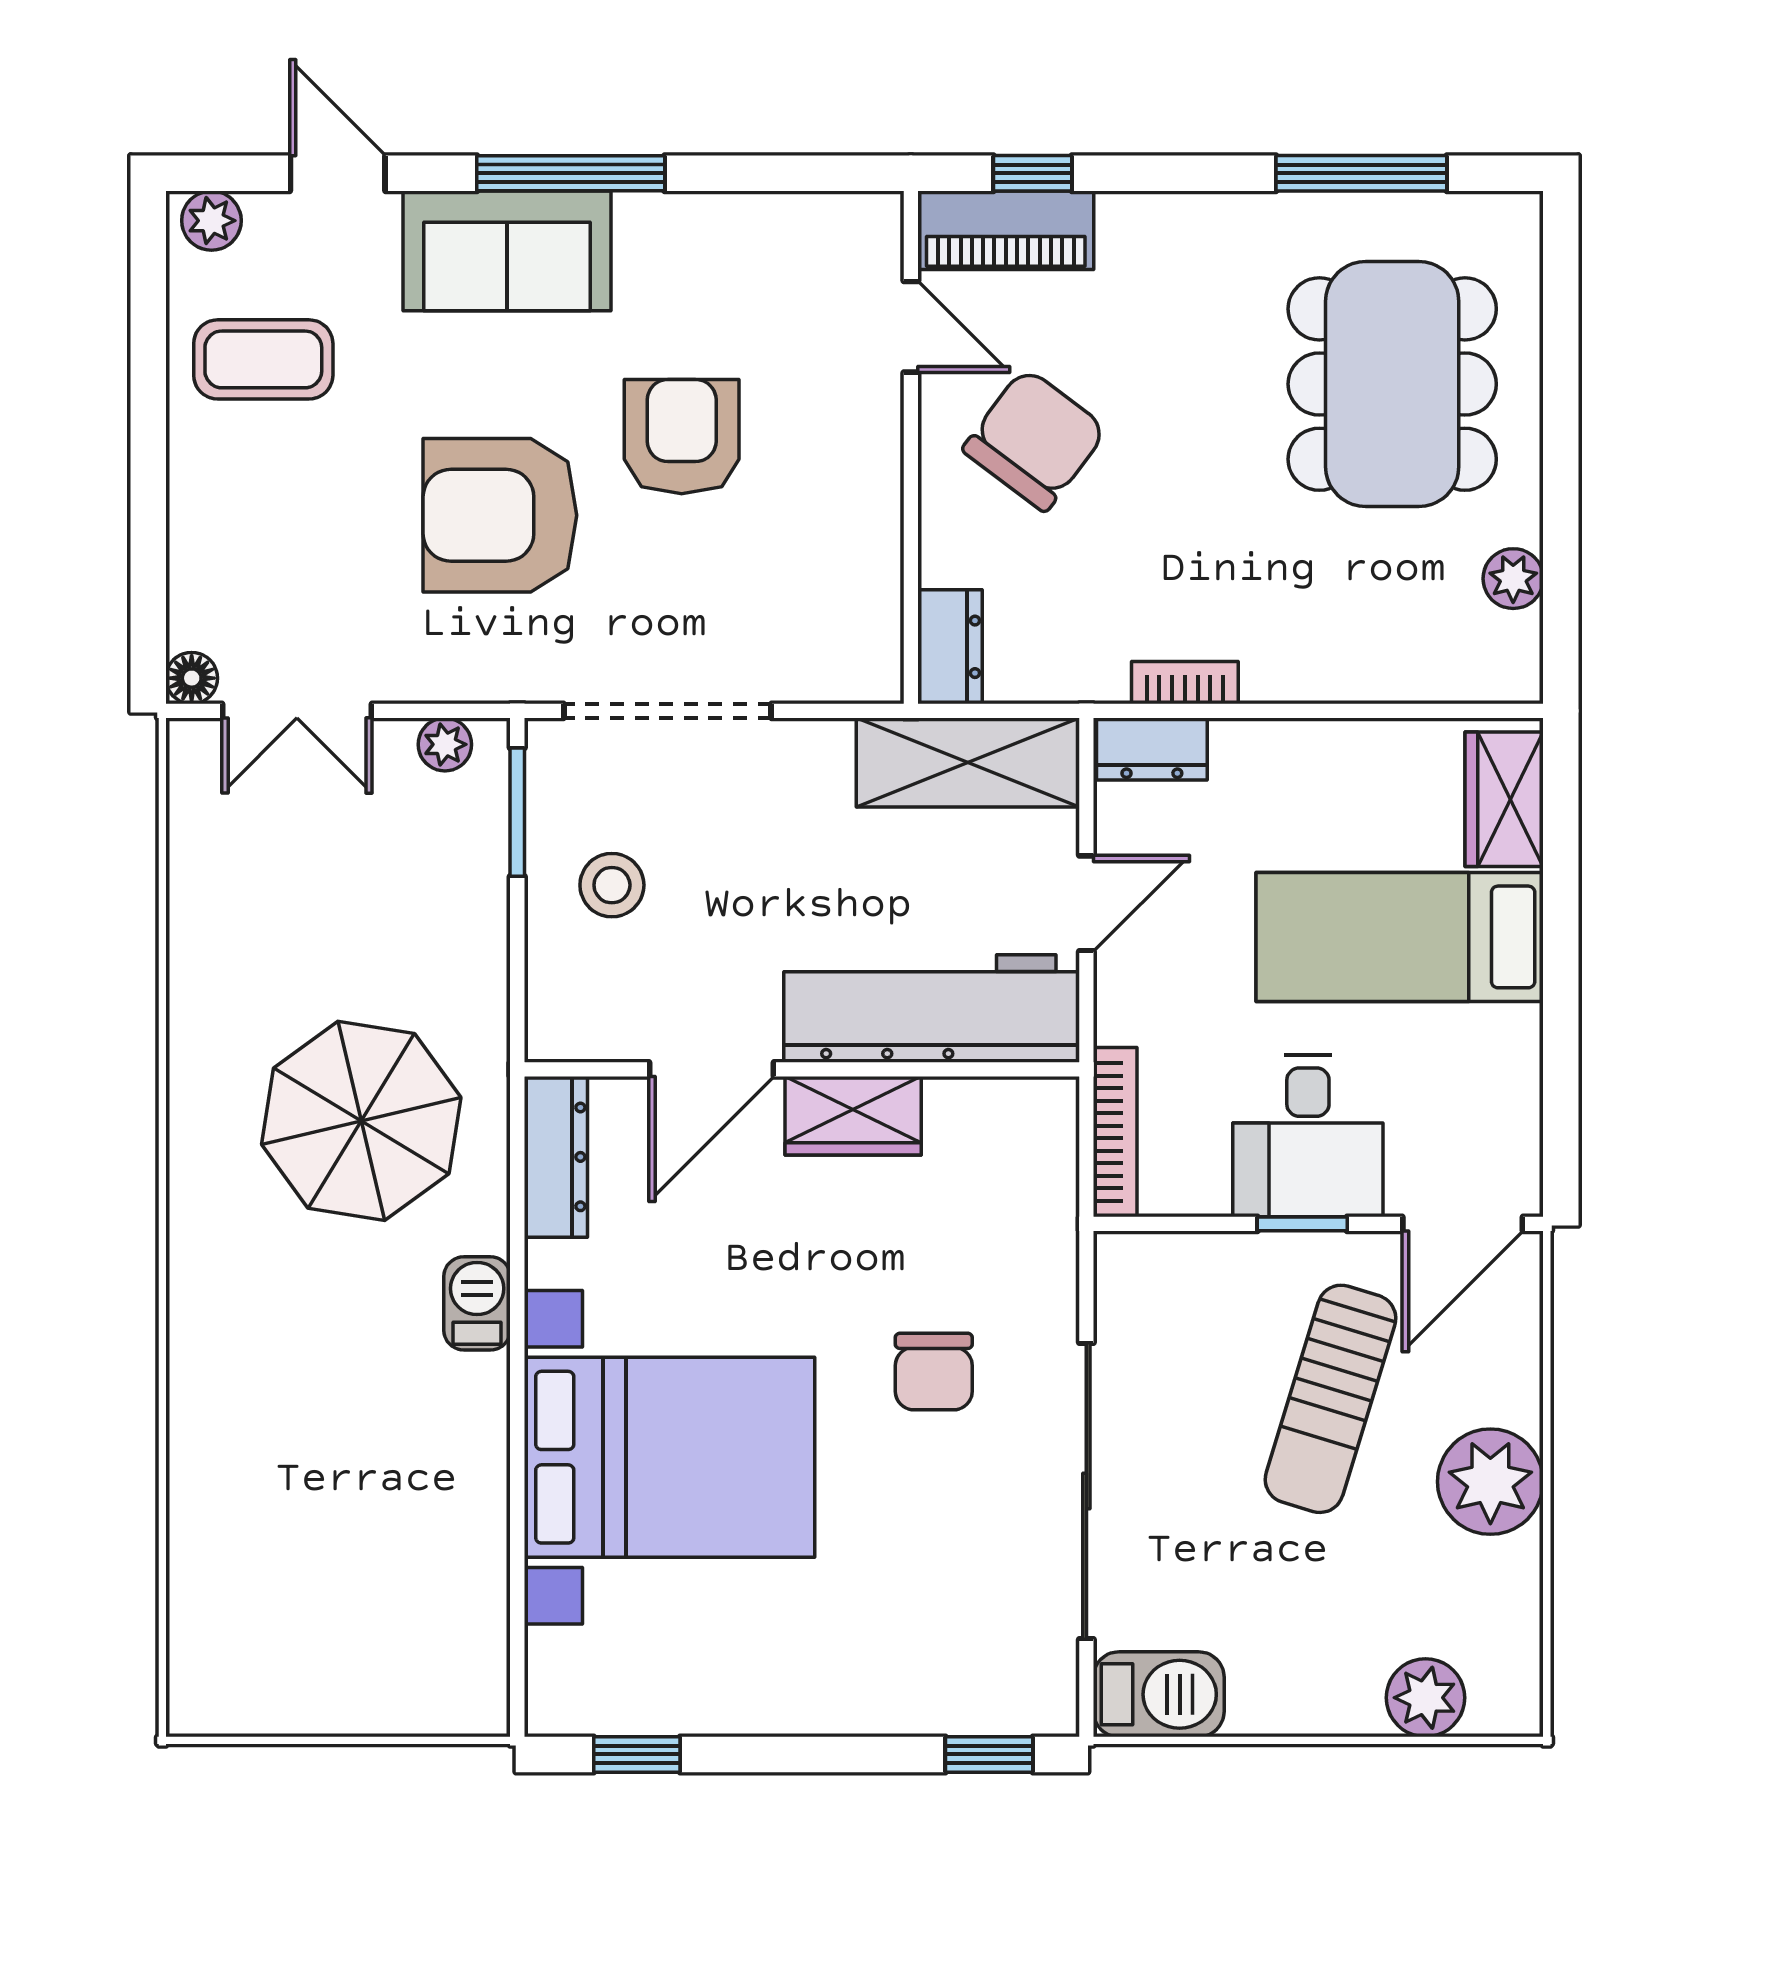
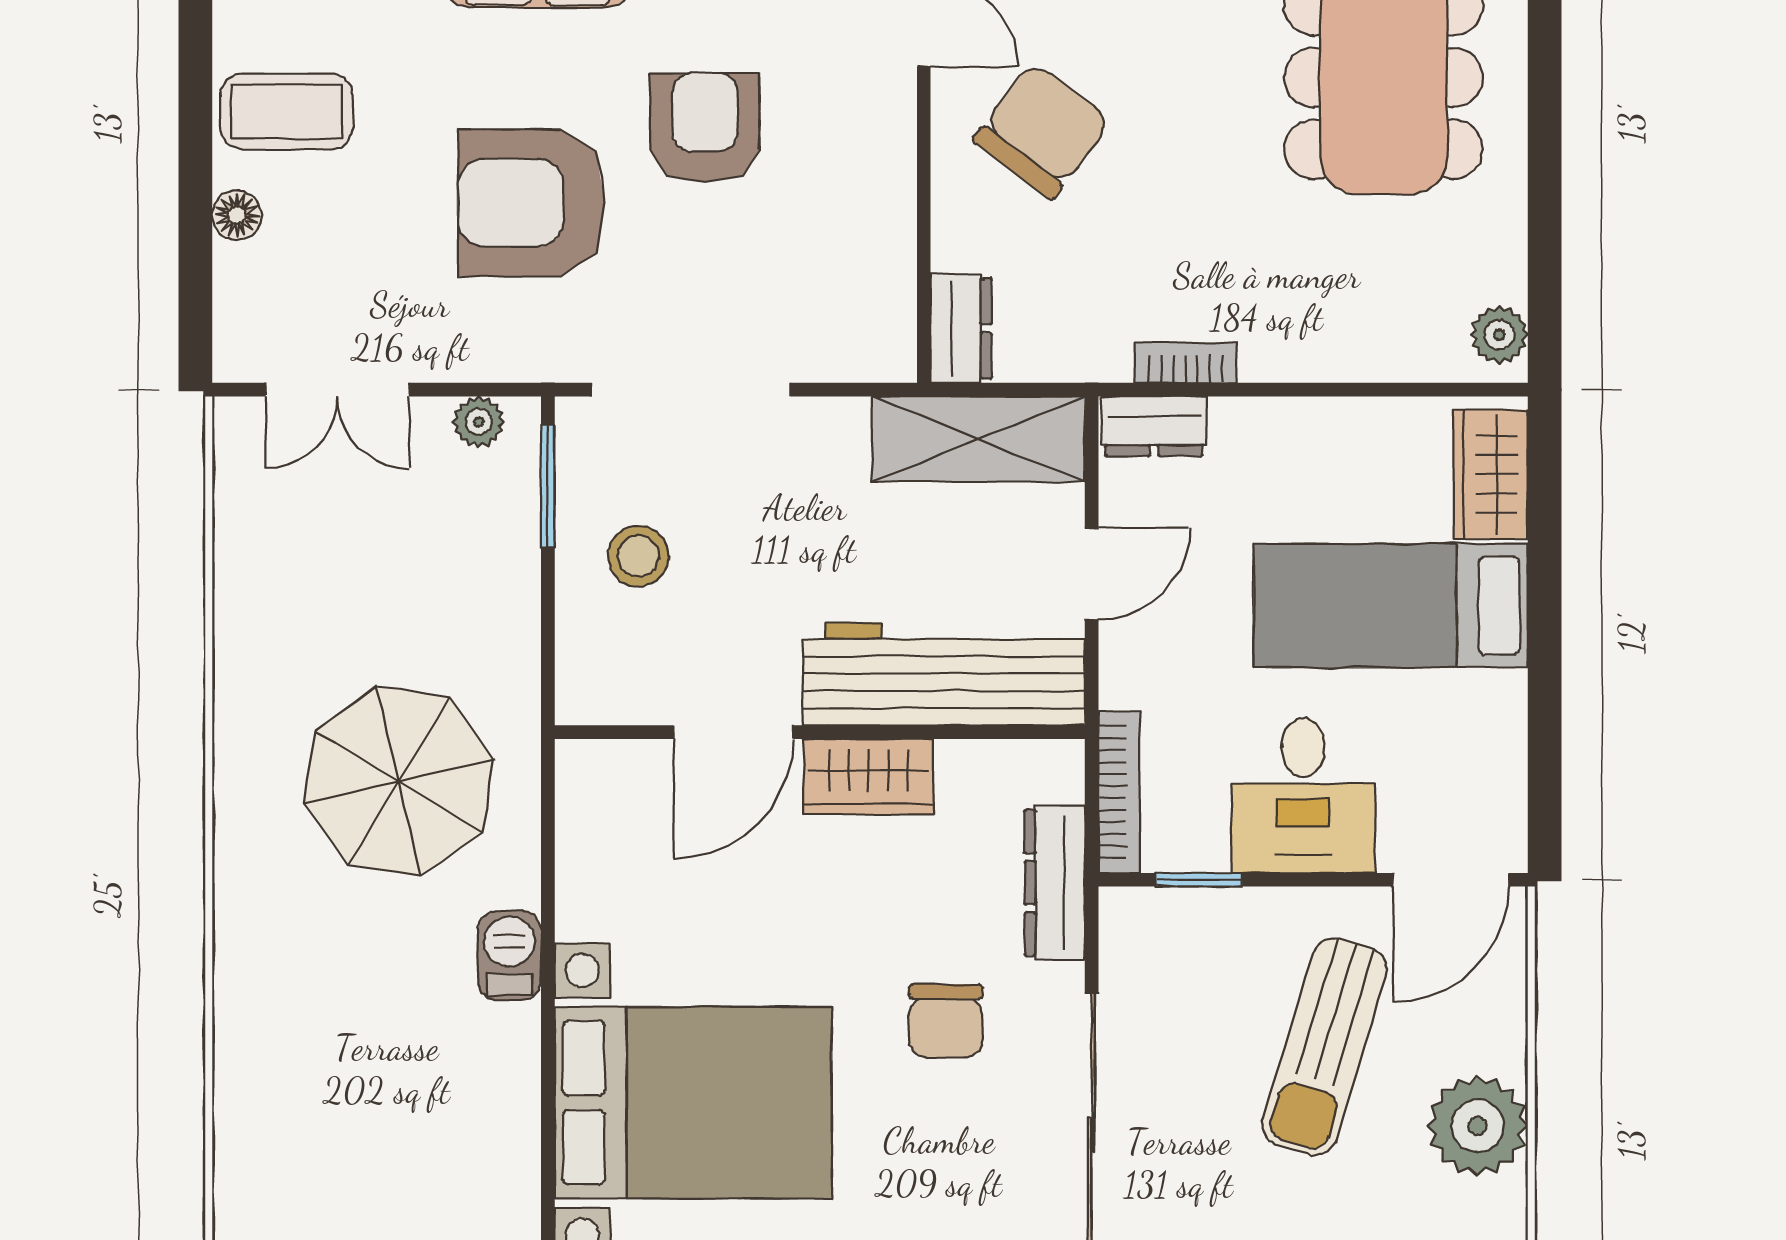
coffee table: (263, 359) -> (287, 112), moved
plant: (1513, 579) -> (1499, 335), moved
floor lamp: (192, 678) -> (237, 215), moved
dresser: (556, 1157) -> (1055, 883), moved, turned 180
window: (1302, 1224) -> (1199, 880), moved

